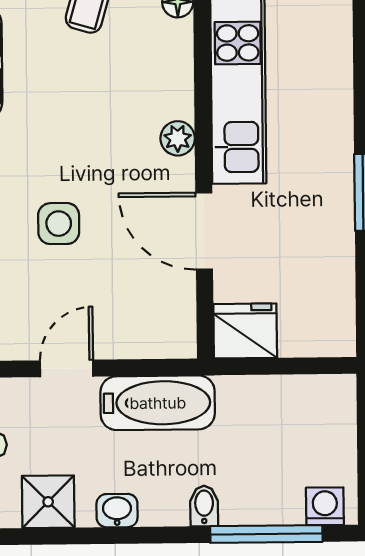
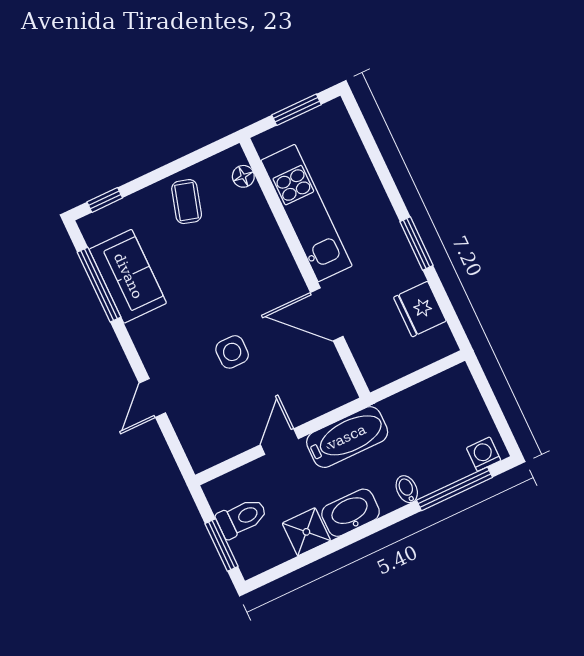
plant: (178, 138) -> (283, 263), removed
fridge: (245, 331) -> (420, 309), moved, turned -90
washbasin: (117, 511) -> (351, 513), width x1.91, depth x1.45

